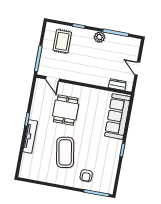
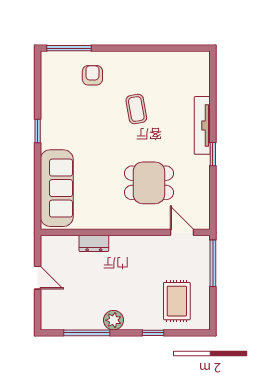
dresser: (117, 85) -> (94, 243), moved
dining table: (66, 110) -> (149, 183), turned 90
coffee table: (65, 152) -> (136, 109), width x0.54, depth x0.58

